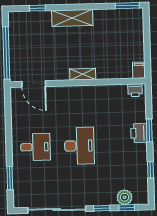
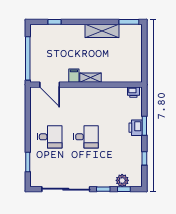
shelving: (72, 18) -> (102, 31), moved
filing cabinet: (139, 70) -> (74, 76), moved
desk: (79, 146) -> (86, 137), width x0.73

